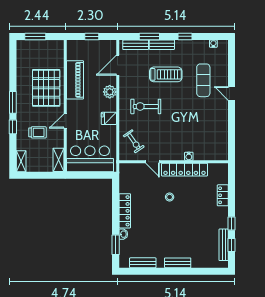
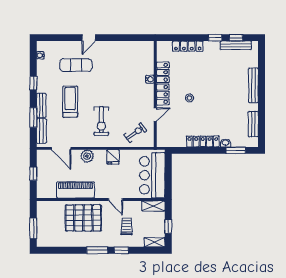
window: (38, 175) -> (168, 226), added
locker: (223, 195) -> (188, 46), width x1.53
bench: (178, 263) -> (253, 85), width x1.36

